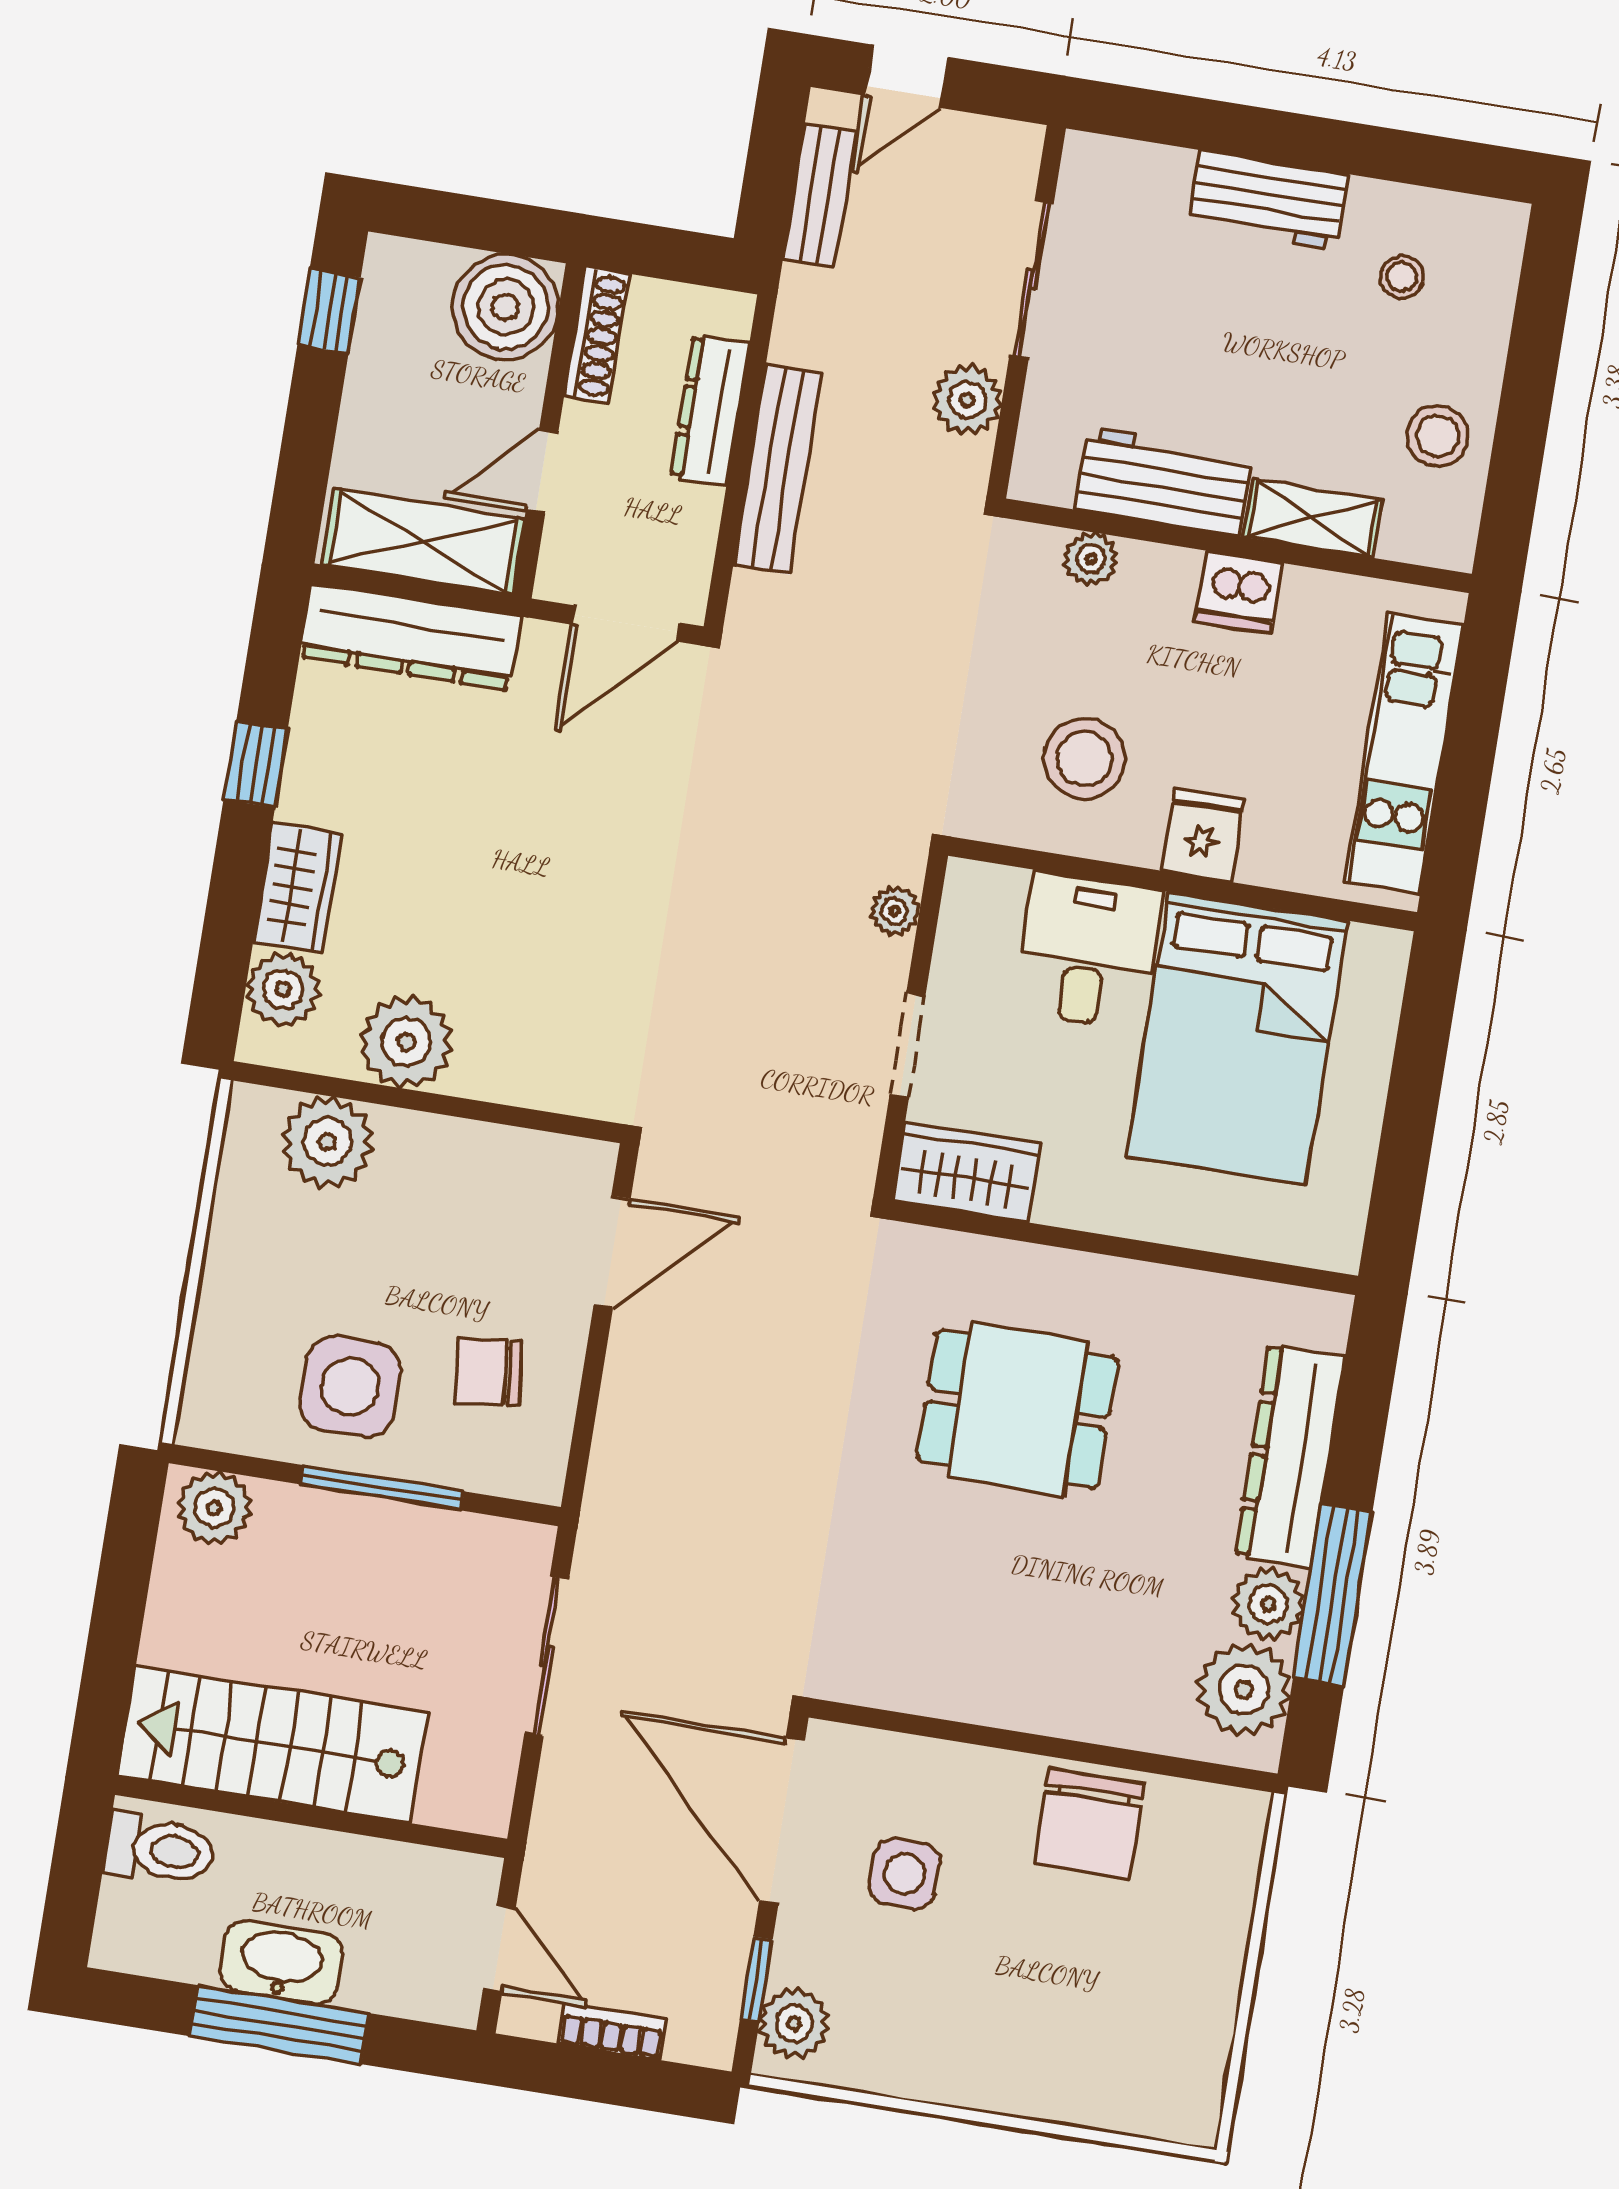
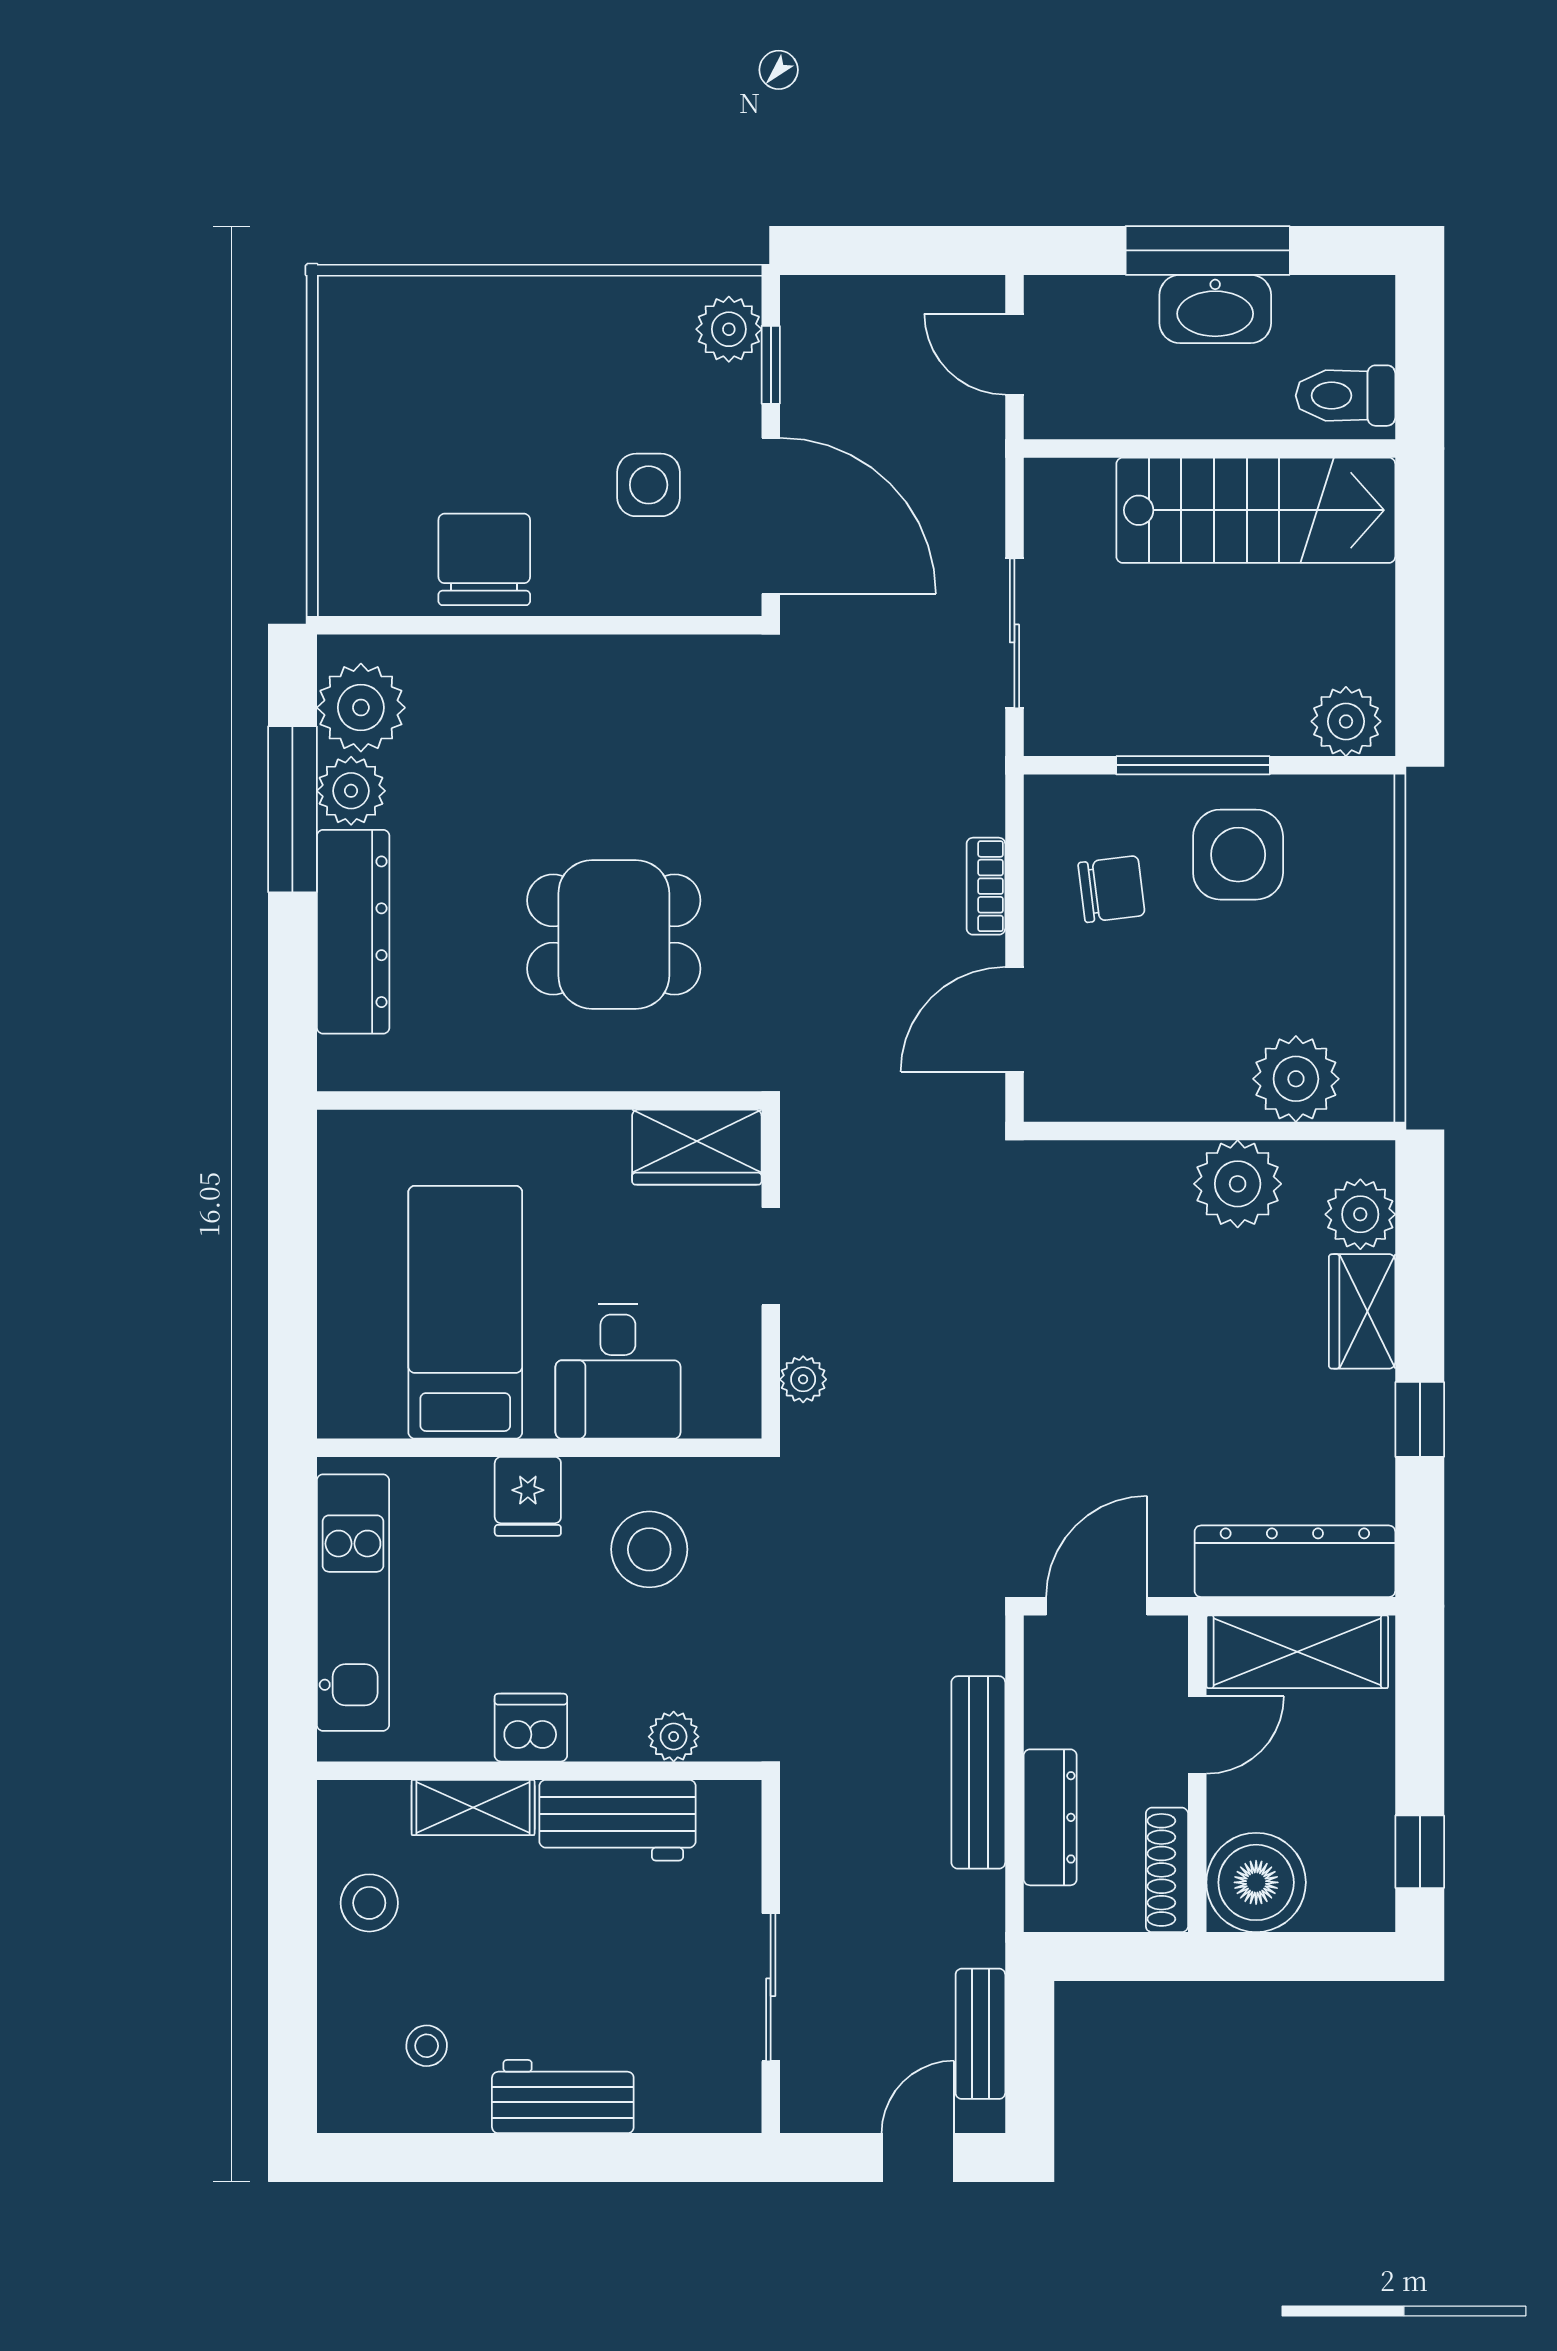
plant: (967, 400) -> (813, 1866), removed
bed: (1237, 1038) -> (465, 1312), width x0.67
bookcase: (612, 2031) -> (986, 886), moved, turned 90

